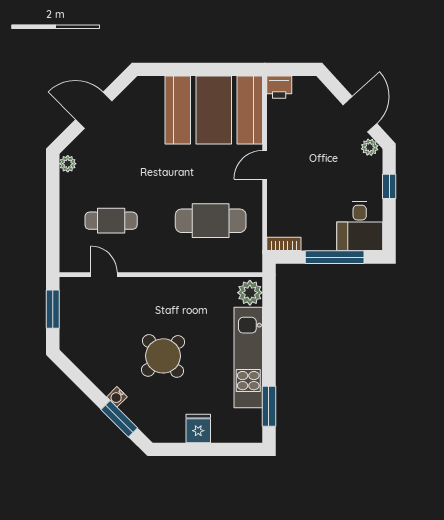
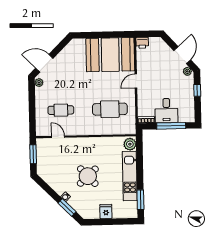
door: (94, 110) -> (44, 63), moved
desk: (360, 226) -> (166, 111), moved

